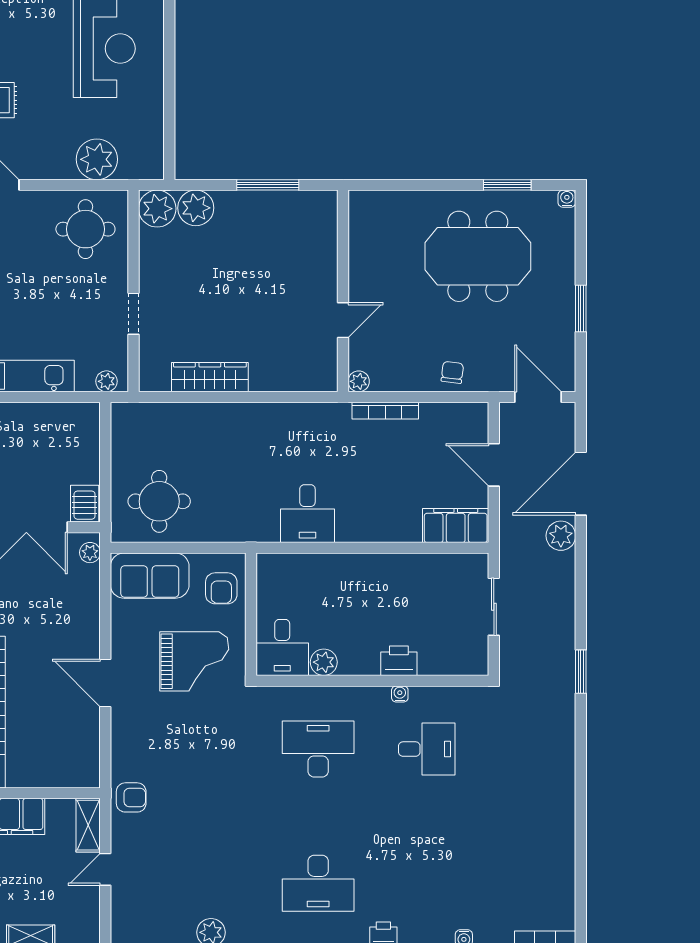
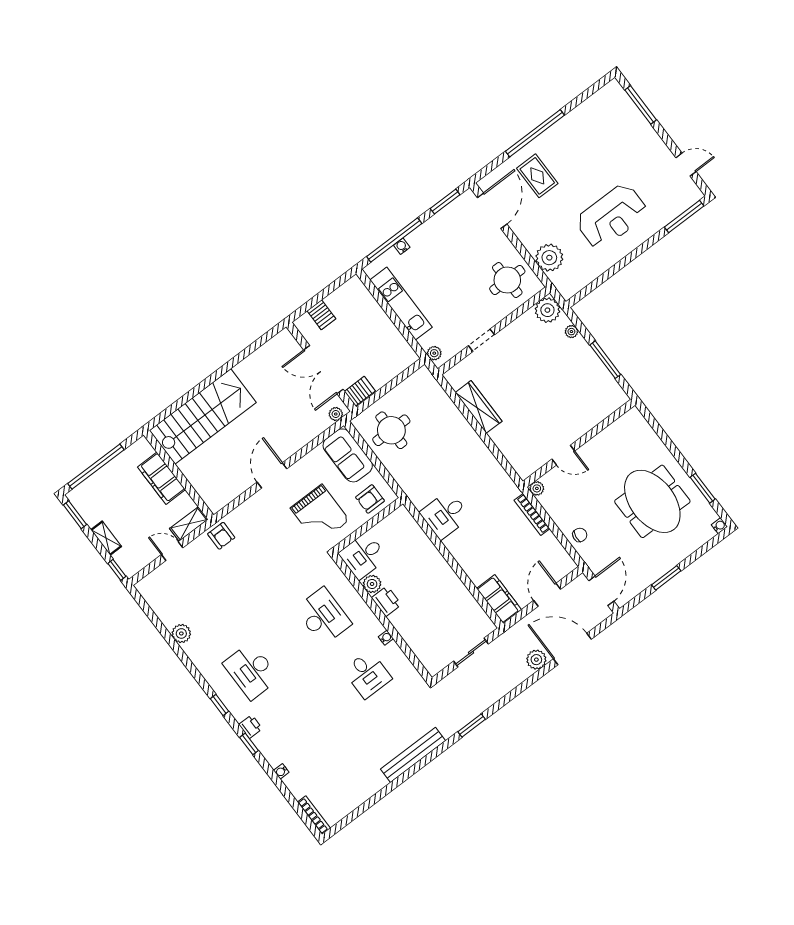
plant: (196, 208) -> (571, 332), width x0.53, depth x0.53
printer: (399, 661) -> (386, 601), moved
bench: (563, 767) -> (413, 755), added

